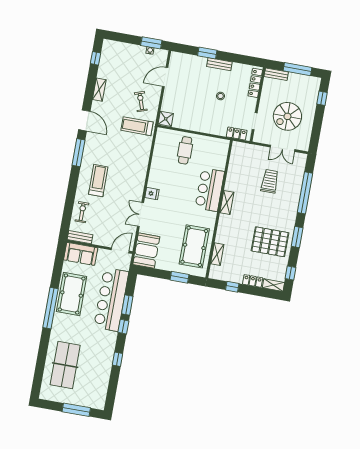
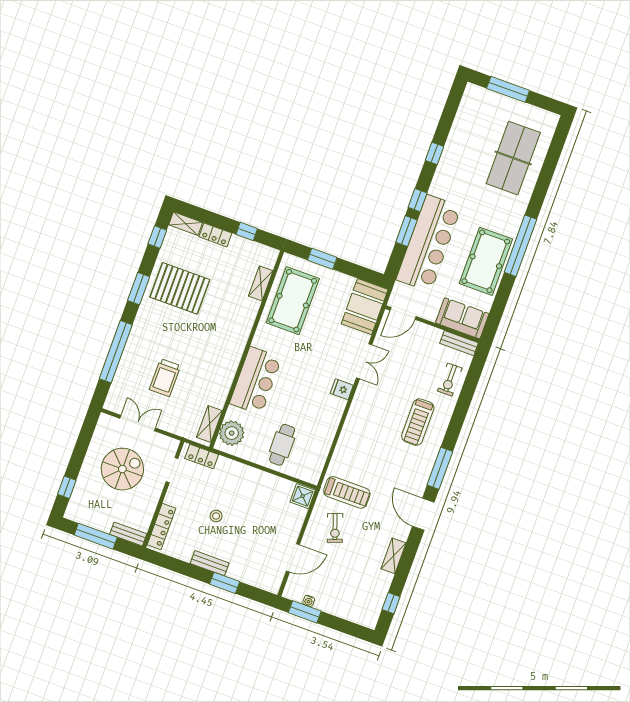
plant: (220, 152) -> (232, 433), added
shelving: (227, 203) -> (209, 424), moved

